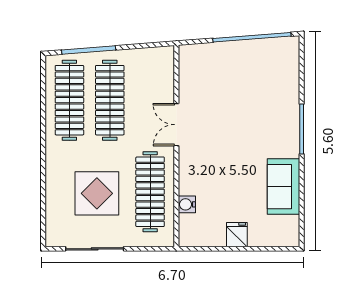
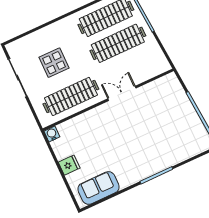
sofa: (284, 187) -> (99, 188), moved
display table: (97, 193) -> (54, 63), width x0.73, depth x0.73
water cooler: (187, 204) -> (52, 134), moved

